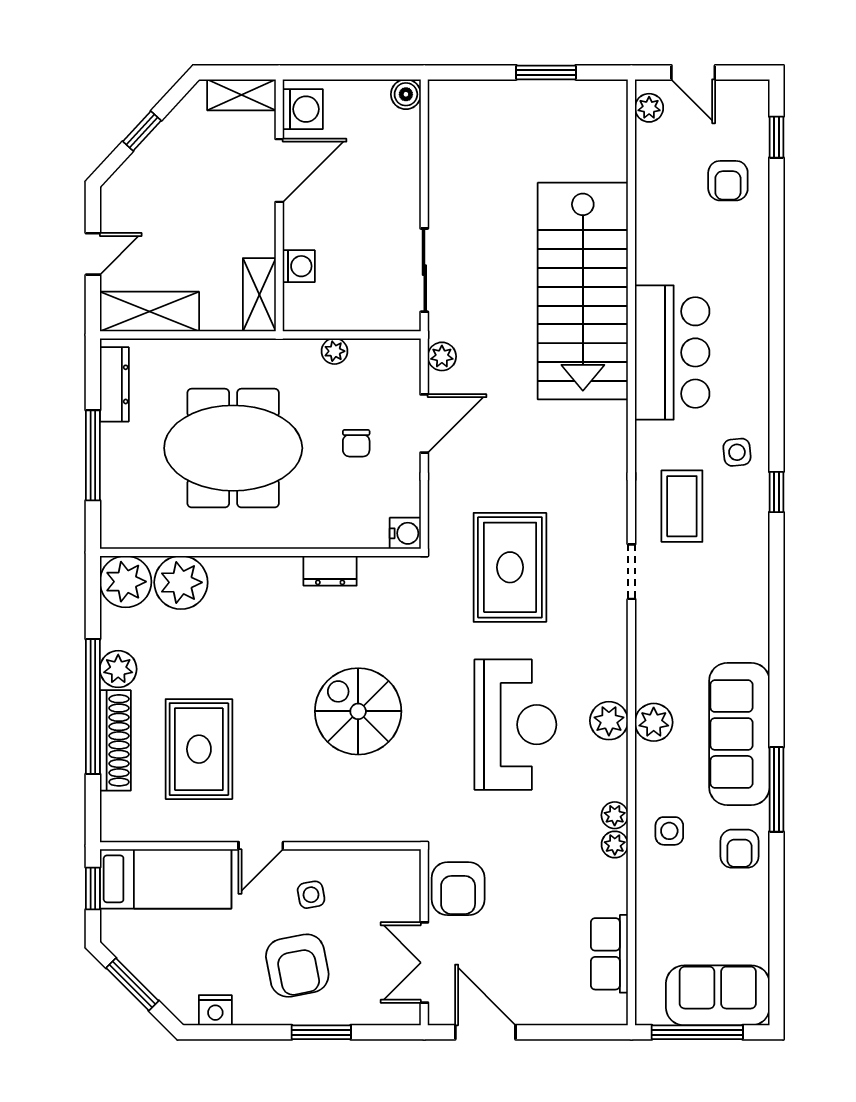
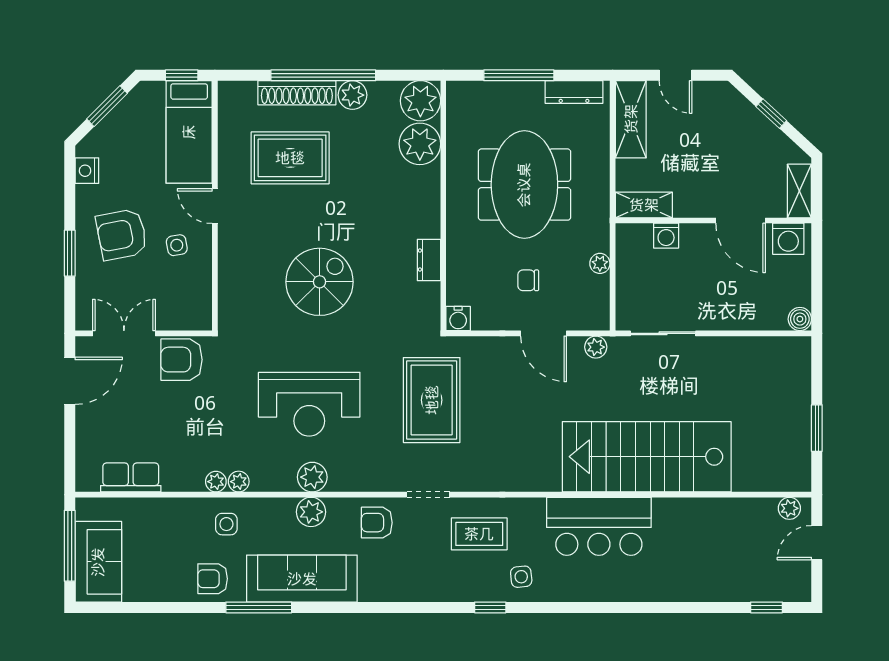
armchair: (728, 181) -> (377, 523), moved
rug: (510, 567) -> (432, 400), turned 90

